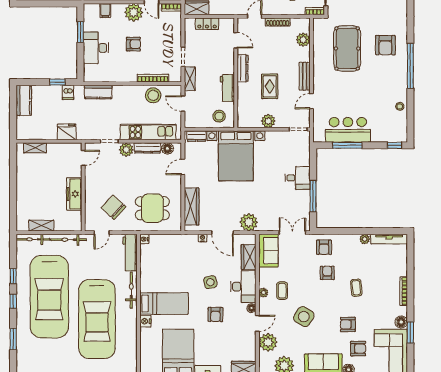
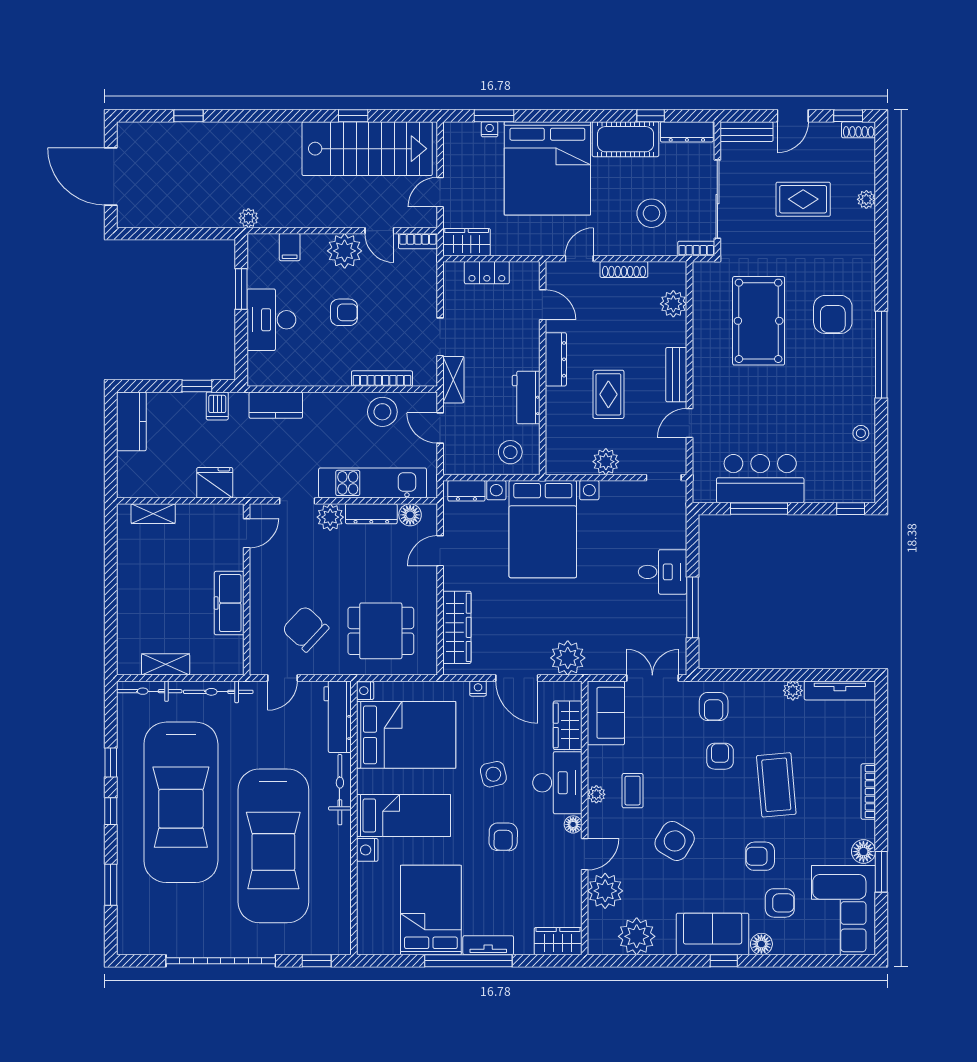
bed: (165, 262) -> (406, 735), added
coffee table: (356, 288) -> (776, 785), width x1.86, depth x1.72

